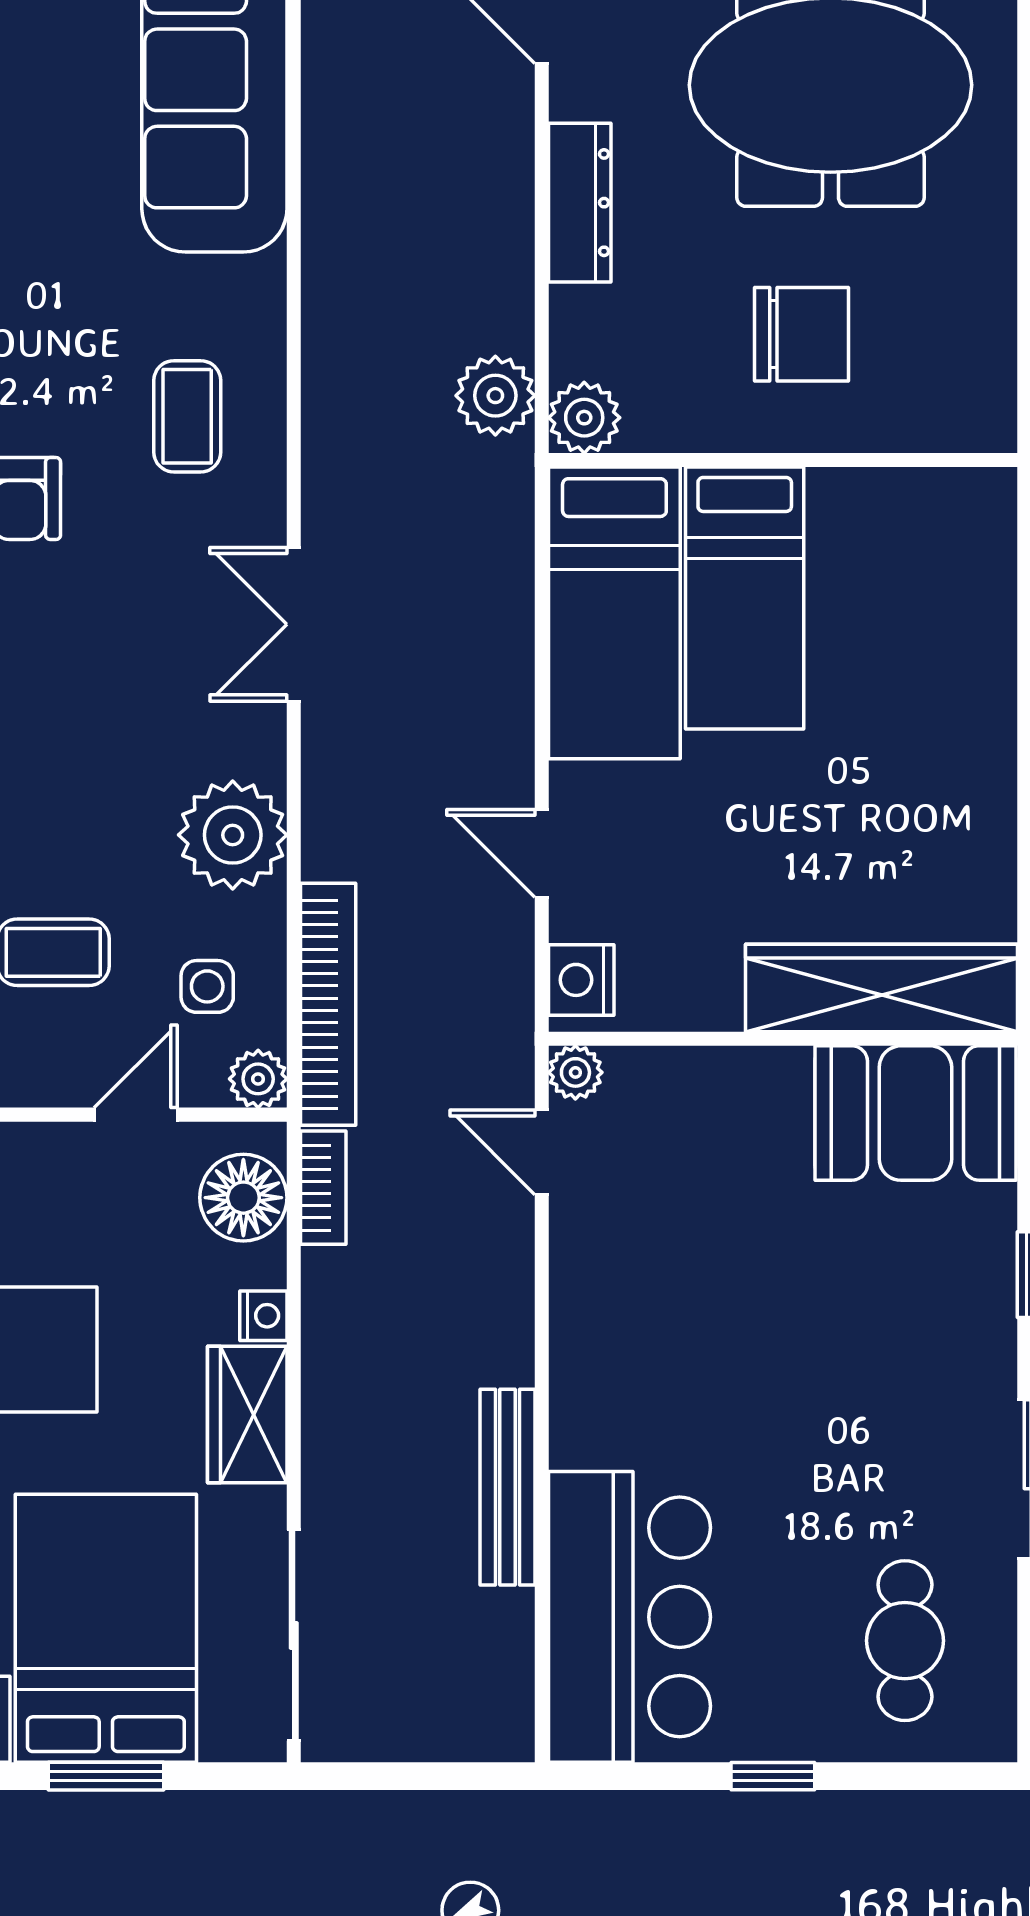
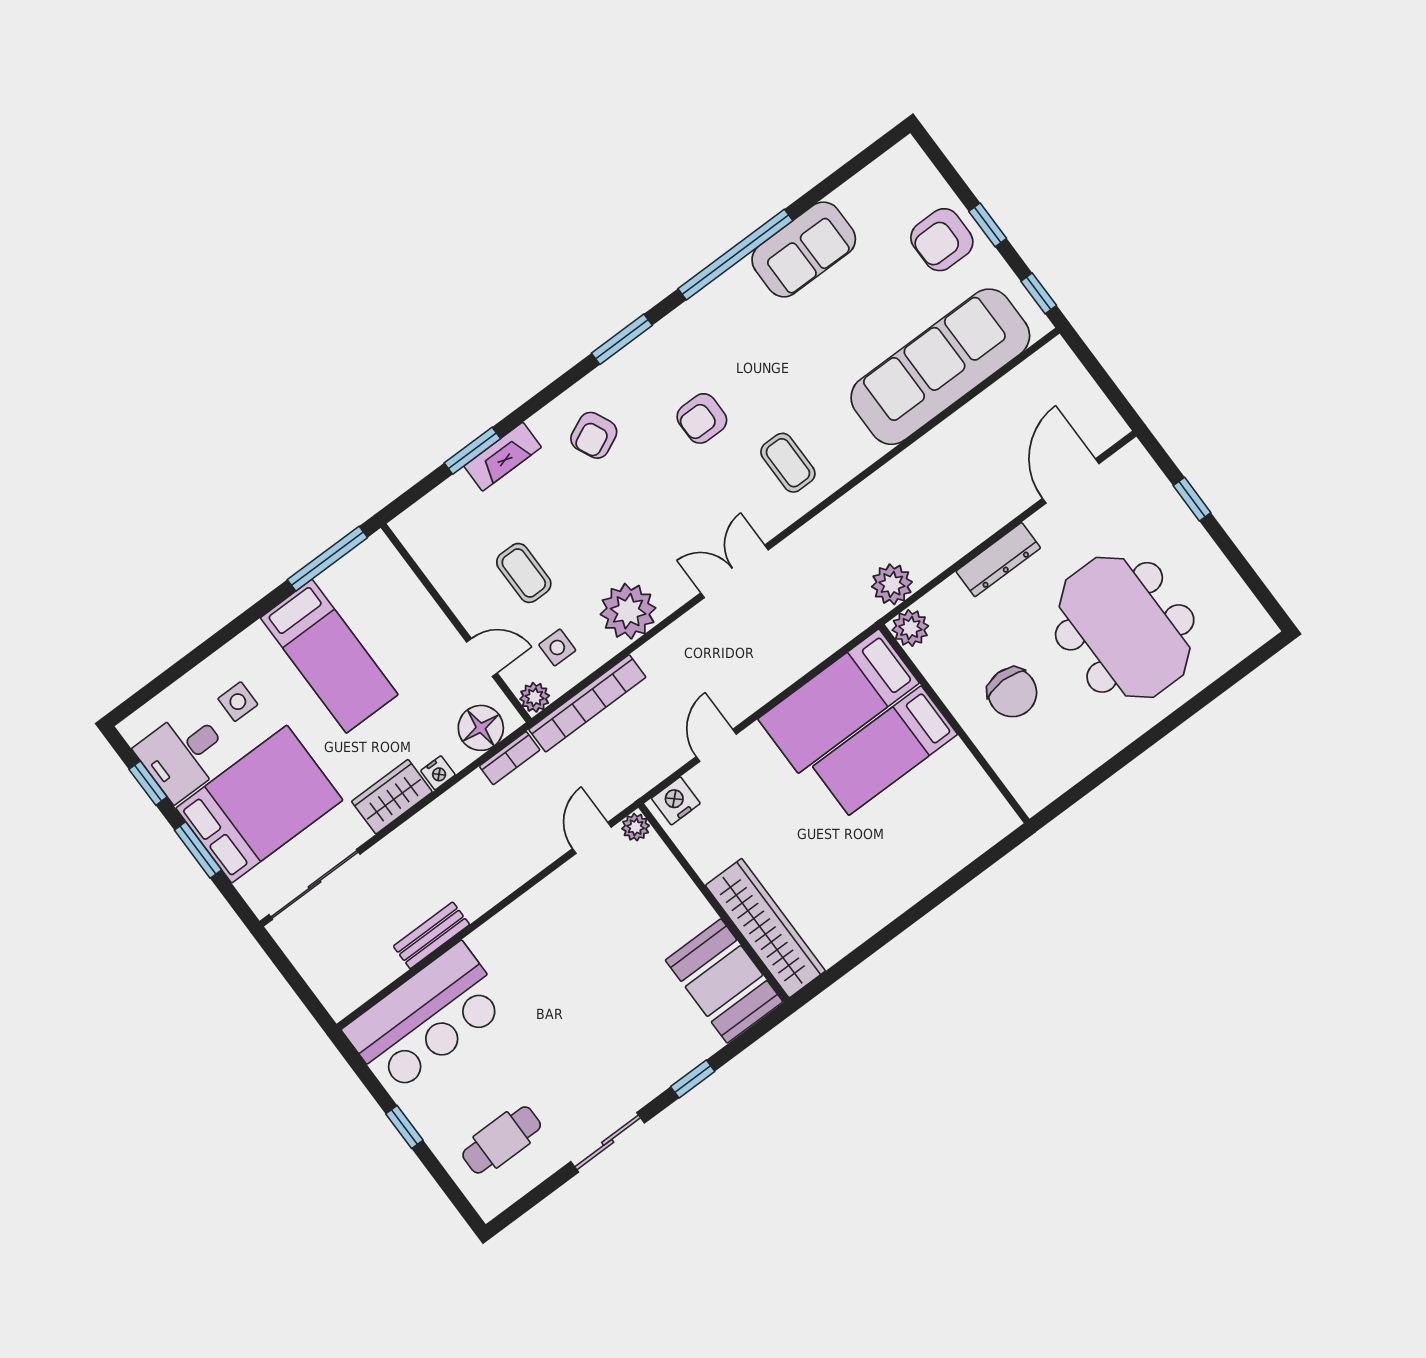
coffee table: (187, 416) -> (788, 463), turned 90
bench: (507, 1487) -> (431, 935), width x0.73

